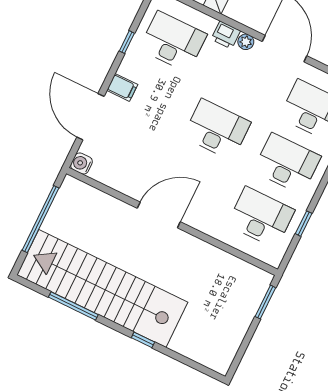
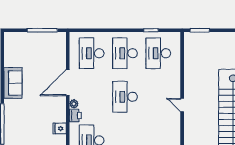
door: (159, 215) -> (182, 105), width x0.53

